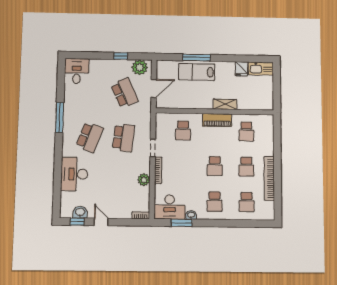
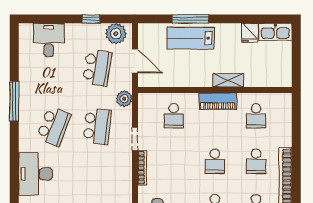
desk: (77, 71) -> (49, 40), moved
door: (154, 88) -> (135, 61), hinge flipped
school desk: (125, 93) -> (97, 68), turned 33
plant: (144, 180) -> (124, 99), moved

